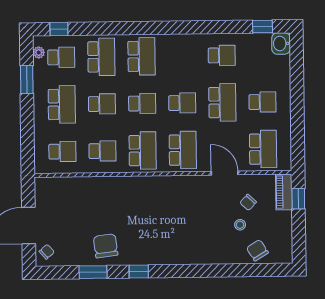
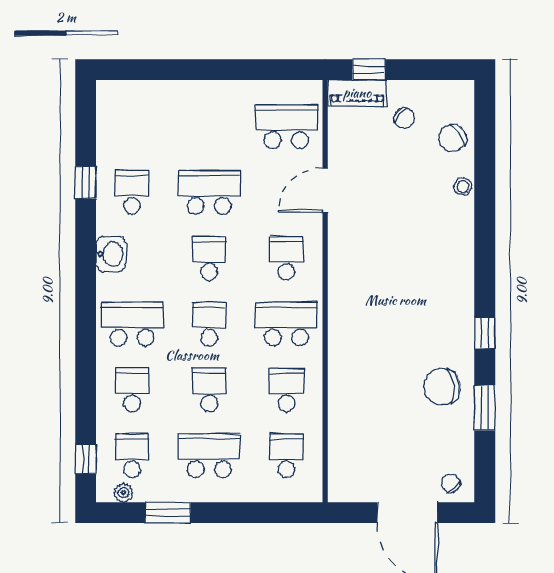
window: (262, 27) -> (86, 182), moved
washbasin: (281, 43) -> (111, 254), moved, turned -90
school desk: (101, 57) -> (132, 390), width x0.54
school desk: (262, 102) -> (209, 127), removed
school desk: (183, 150) -> (286, 258), width x0.54
chair: (248, 202) -> (404, 118), moved
stool: (240, 225) -> (463, 187), moved

